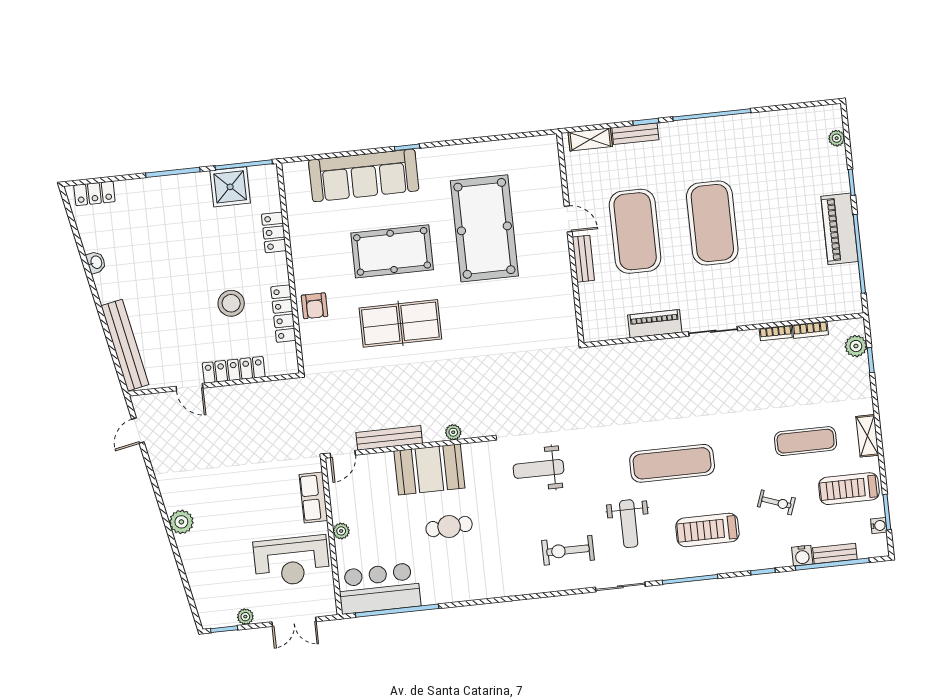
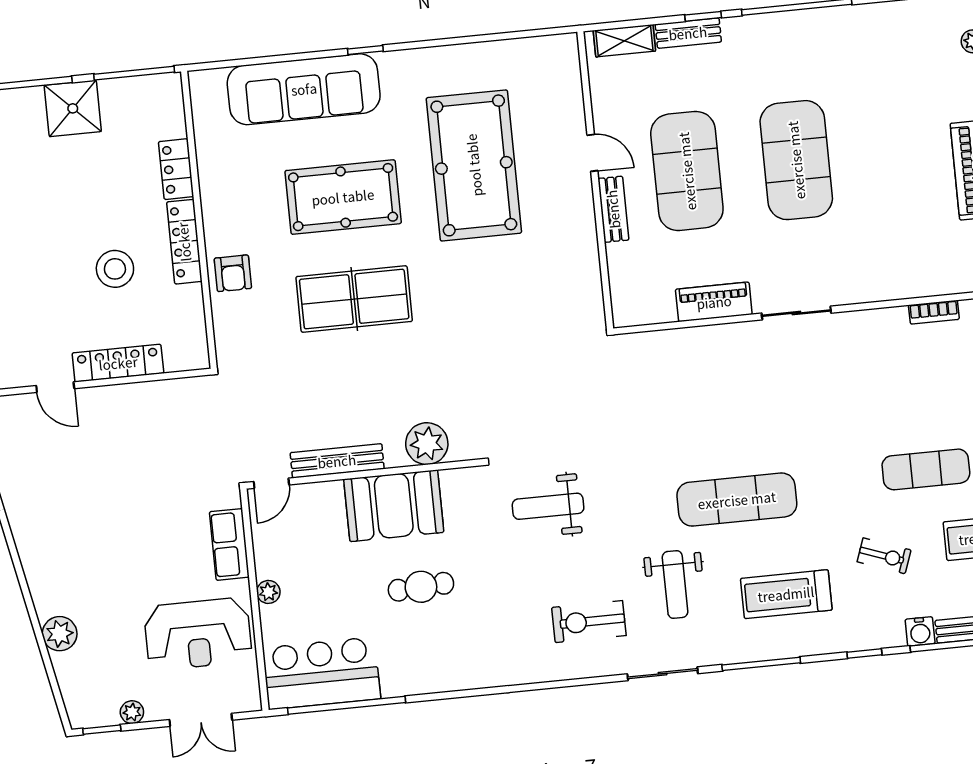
shower: (230, 187) -> (73, 108), moved
locker: (283, 314) -> (184, 242), moved
bookcase: (776, 333) -> (885, 316), removed
plant: (453, 432) -> (427, 444), width x1.87, depth x1.87
plant: (181, 522) -> (60, 634), moved

